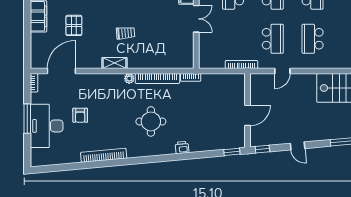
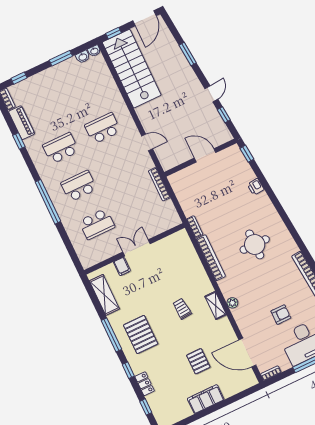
pallet: (74, 25) -> (198, 361), turned 90
school desk: (273, 39) -> (121, 166), removed
school desk: (313, 39) -> (103, 128), turned 180
plant: (129, 79) -> (232, 303), moved
printer: (182, 147) -> (256, 187), moved
window: (262, 149) -> (224, 115), moved

